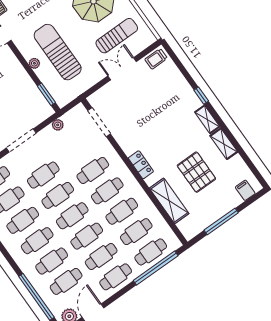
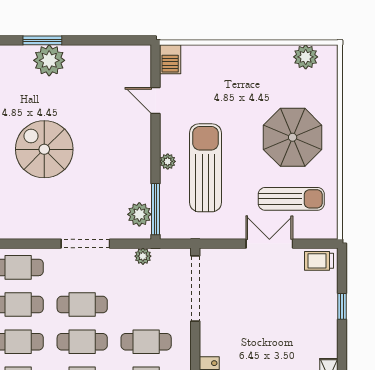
window: (46, 94) -> (155, 209), width x1.44
window: (201, 96) -> (342, 306), moved
plant: (39, 103) -> (139, 214), added
doorway: (99, 122) -> (195, 288), width x1.36

